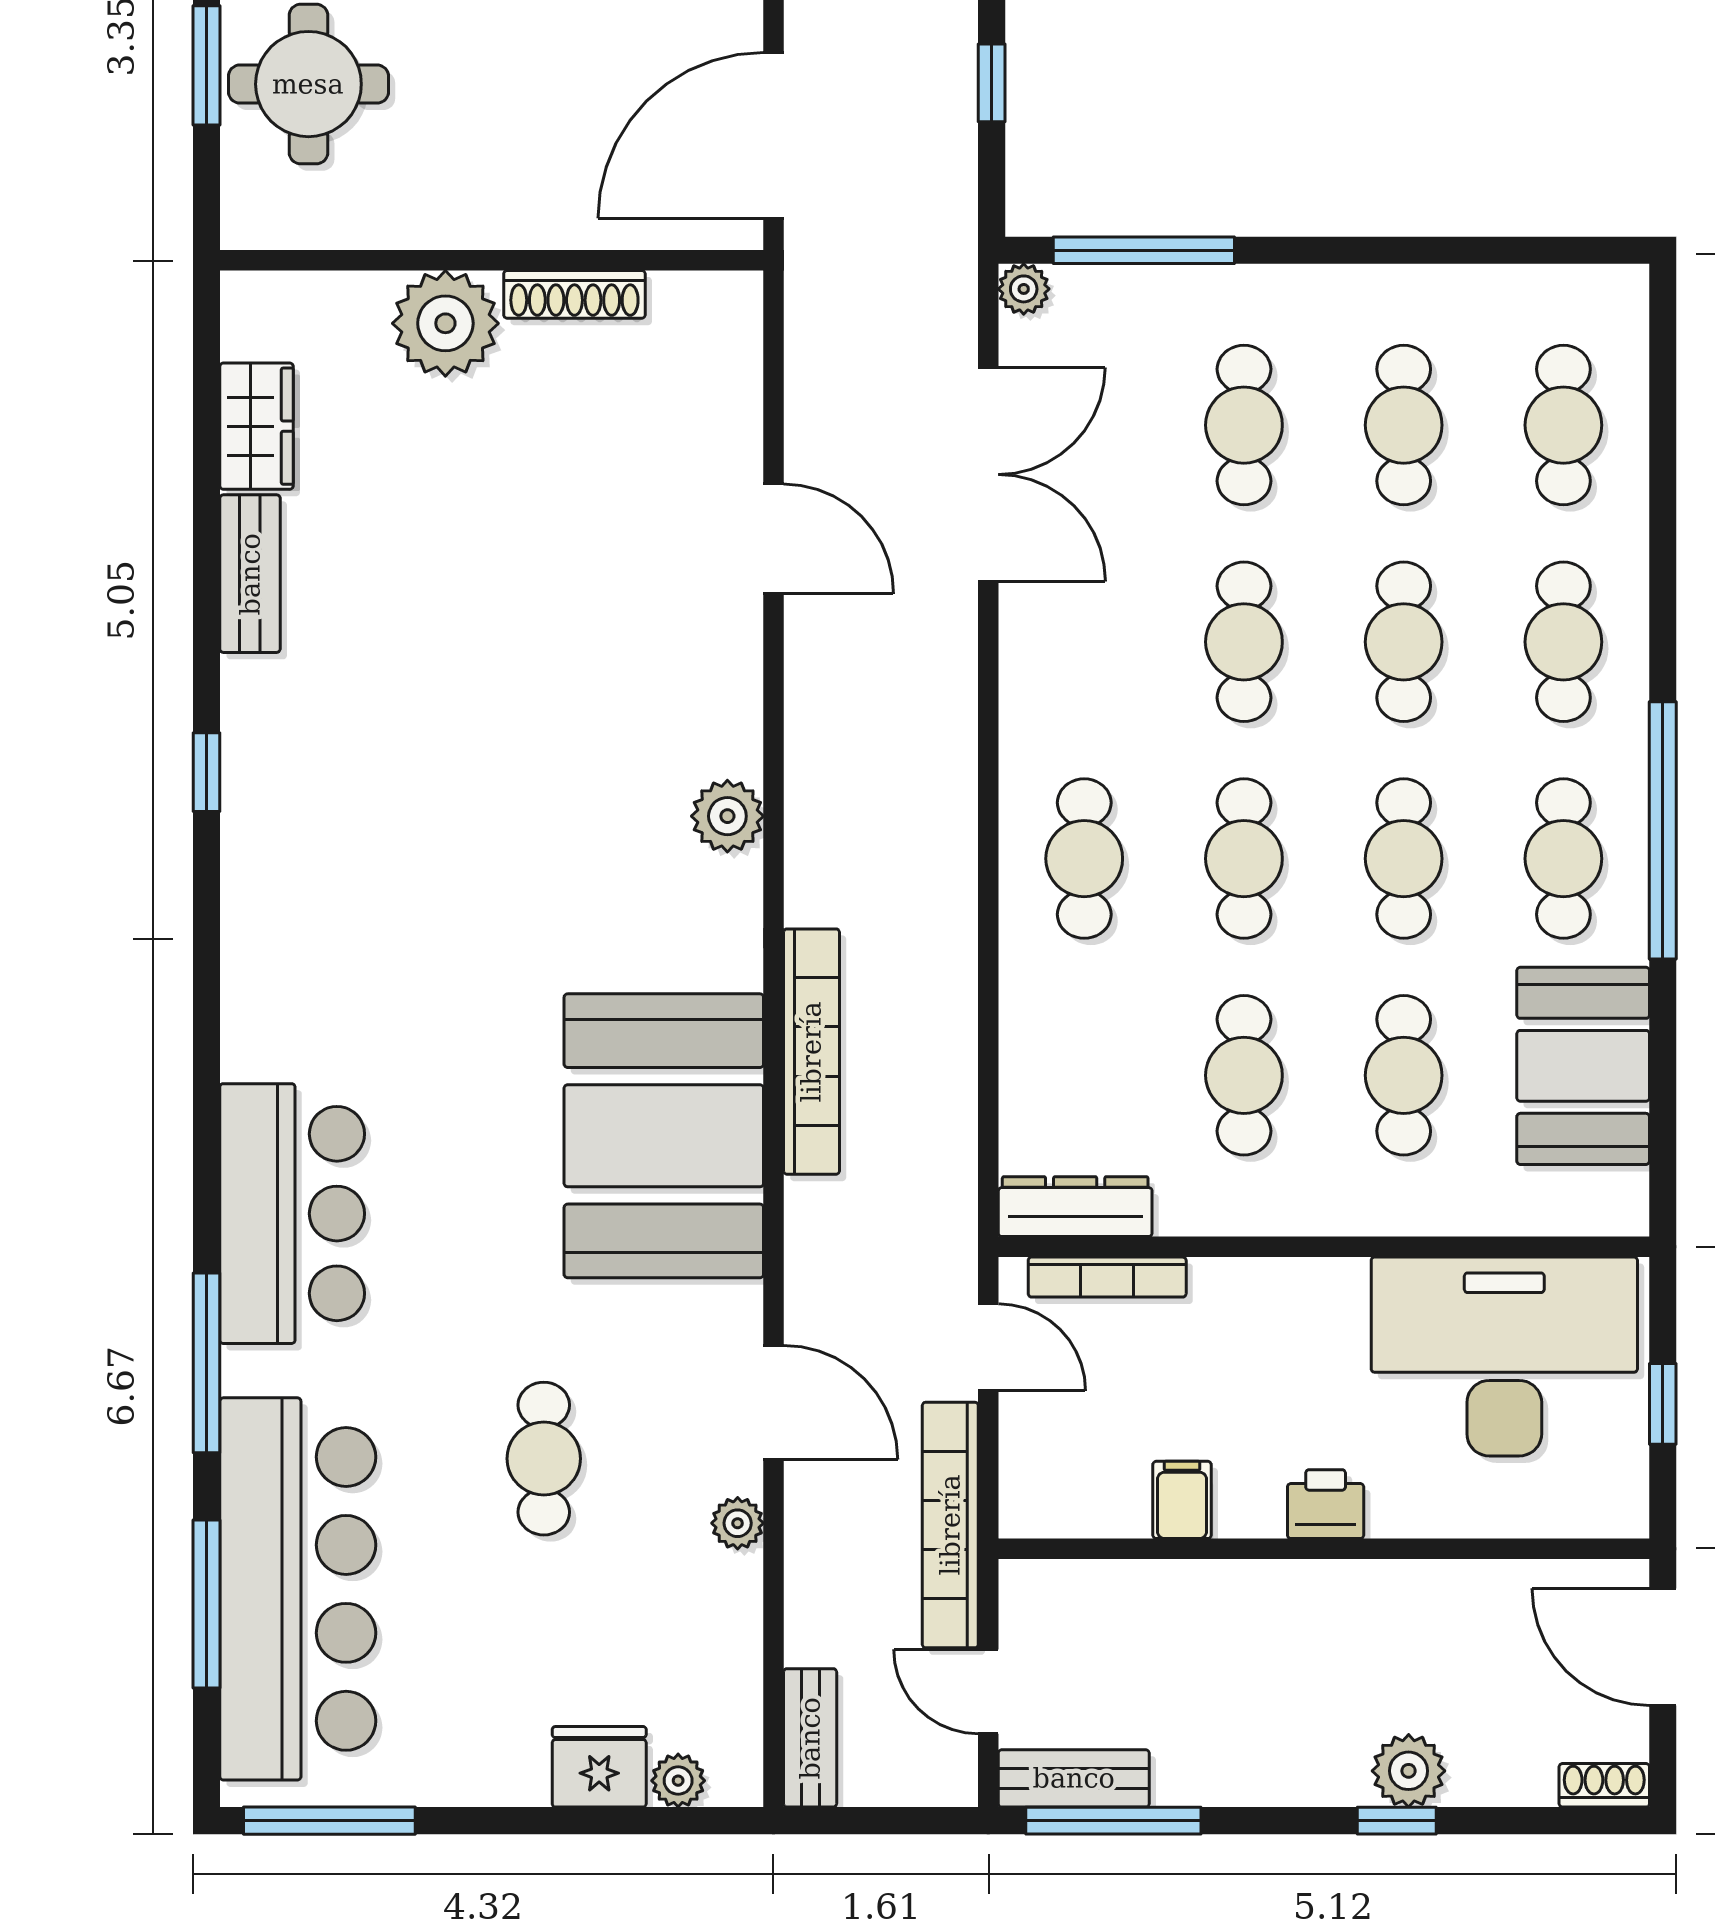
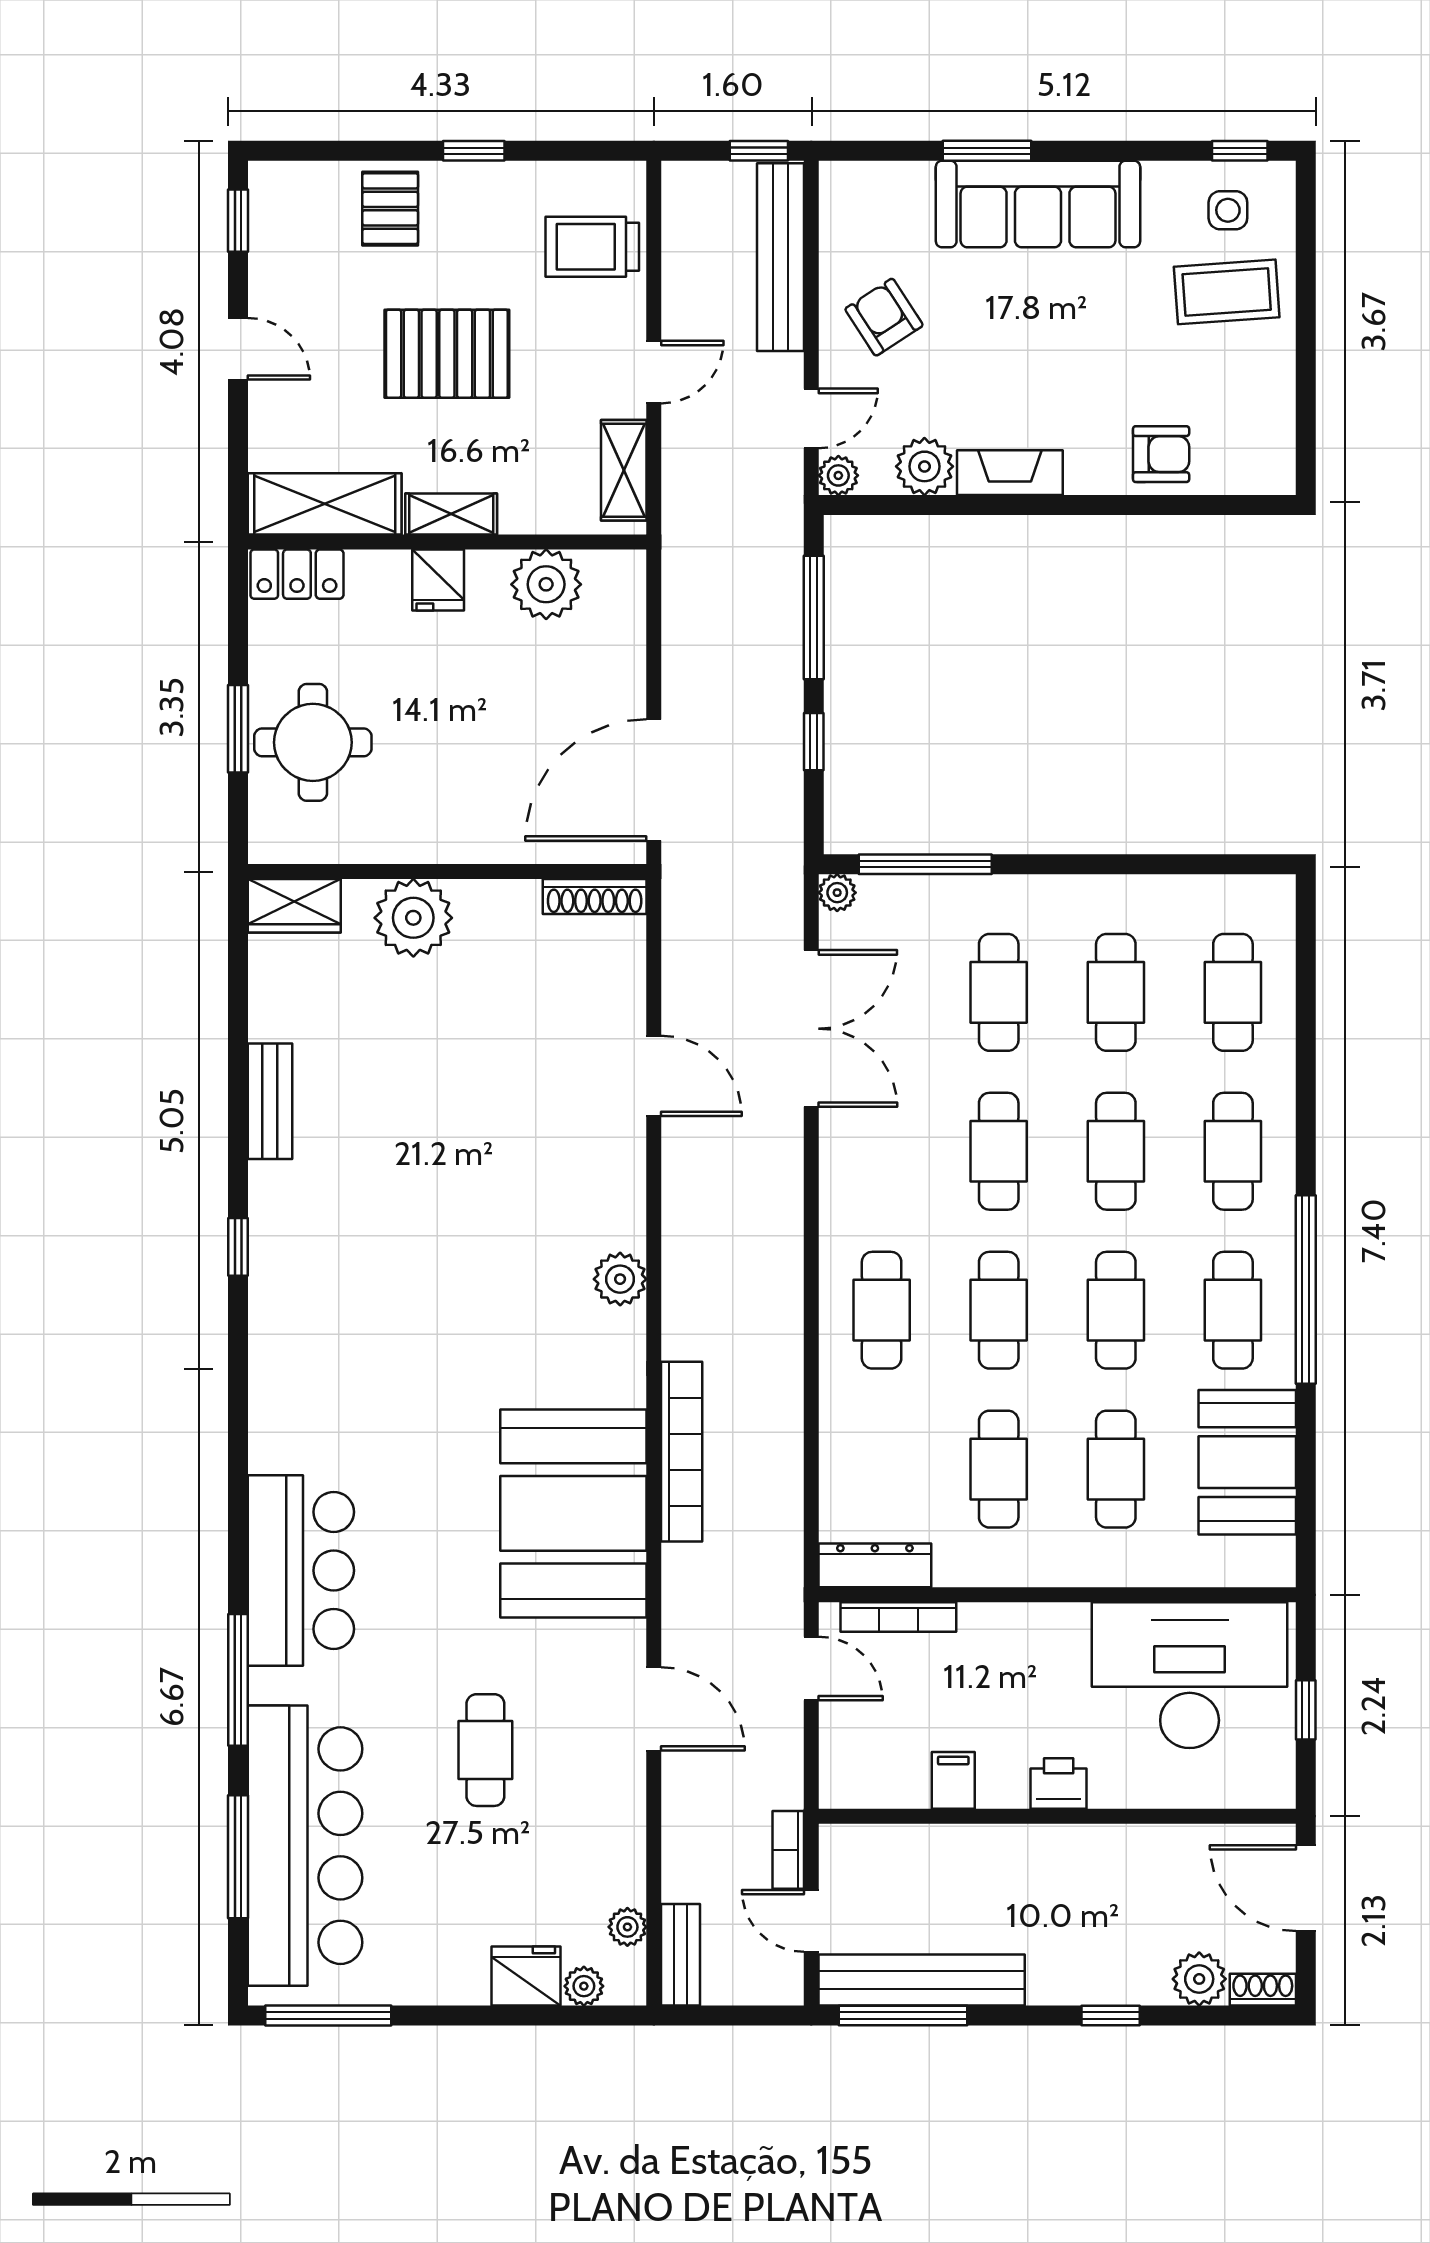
shoe rack: (574, 294) -> (595, 897), moved
wardrobe: (257, 426) -> (294, 906), moved, turned 90
plant: (738, 1523) -> (627, 1927), moved
bookcase: (950, 1525) -> (788, 1850), width x0.43, depth x0.76
plant: (1409, 1771) -> (1199, 1979), moved
bench: (1074, 1778) -> (922, 1980), width x1.86, depth x1.21

